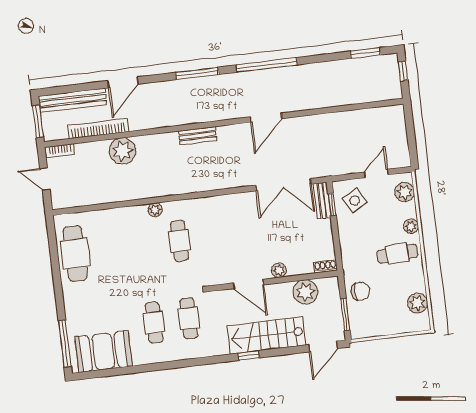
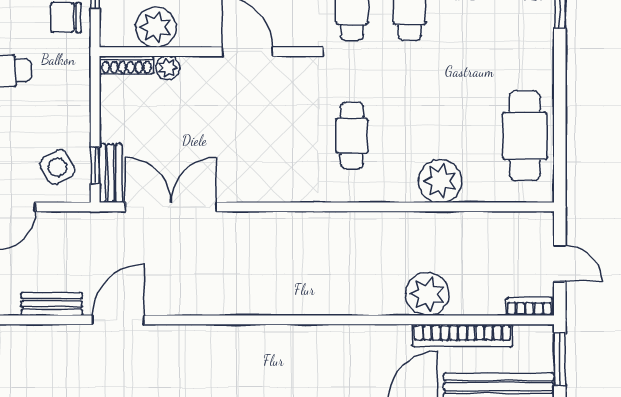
door: (266, 118) -> (118, 320), moved
bench: (198, 136) -> (52, 304), moved
plant: (155, 210) -> (440, 181), moved, width x1.87, depth x1.87
shoe rack: (325, 266) -> (126, 65), width x1.43
plant: (279, 270) -> (168, 68), moved

